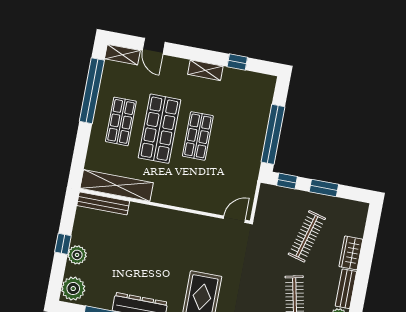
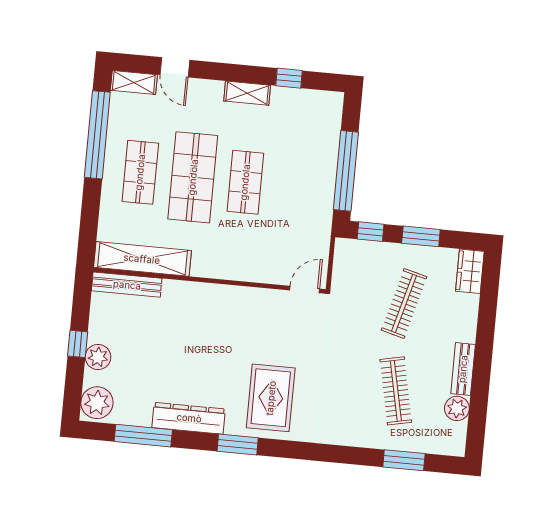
wardrobe: (351, 253) -> (470, 271), moved

